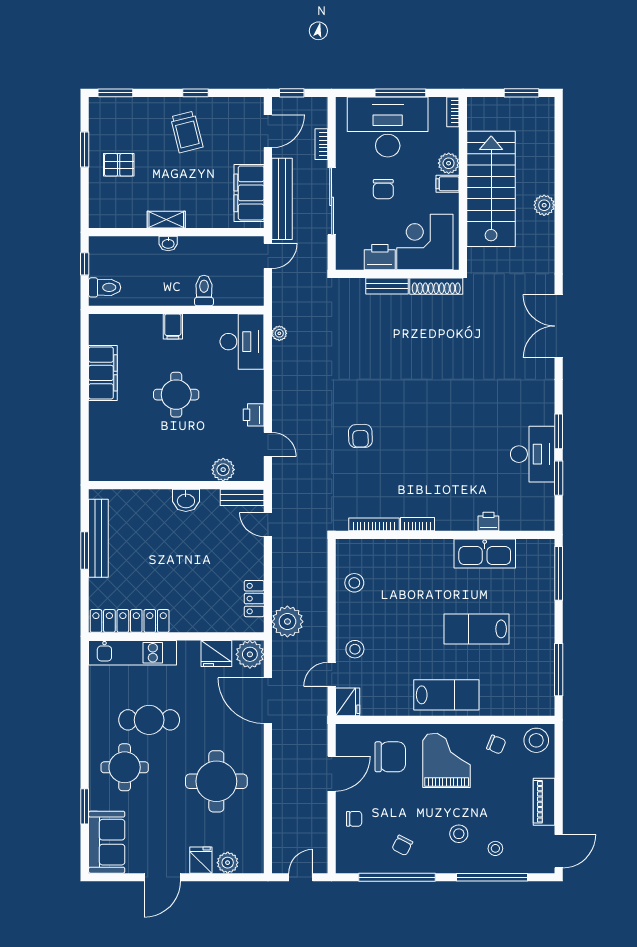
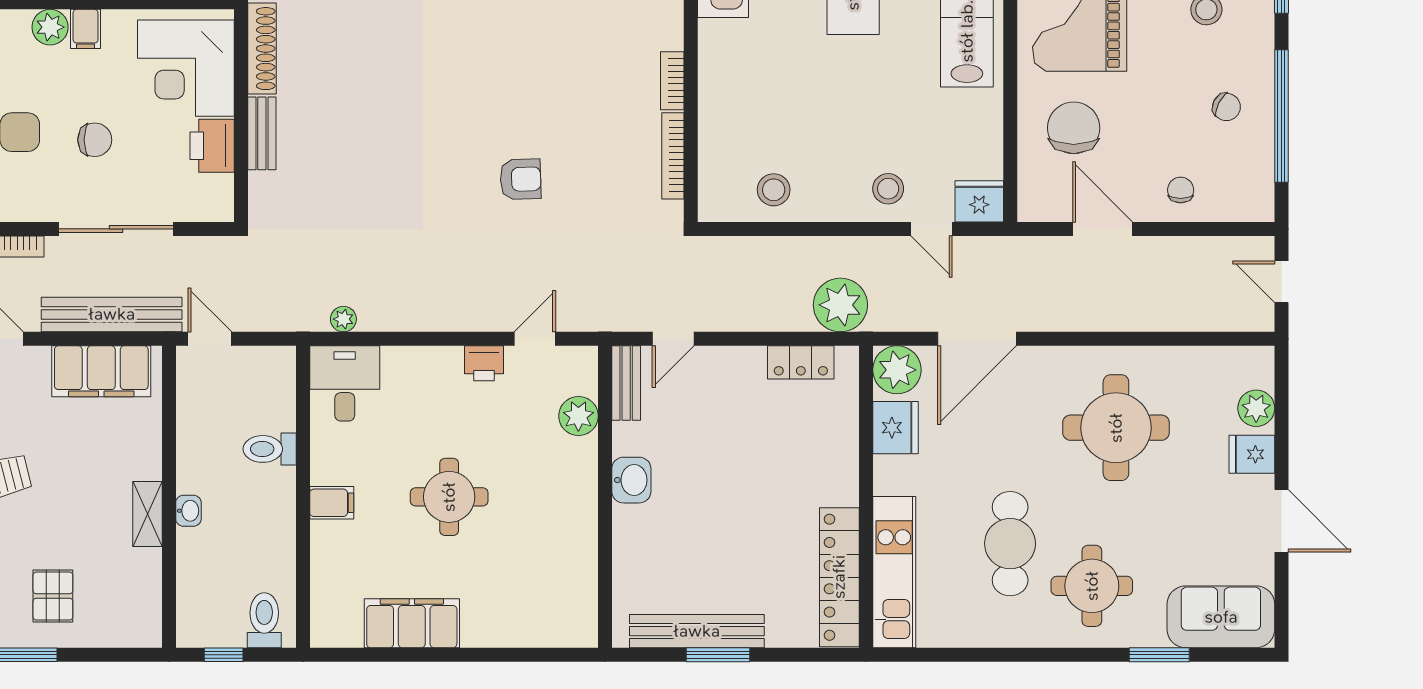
desk: (242, 342) -> (345, 383), width x0.73

